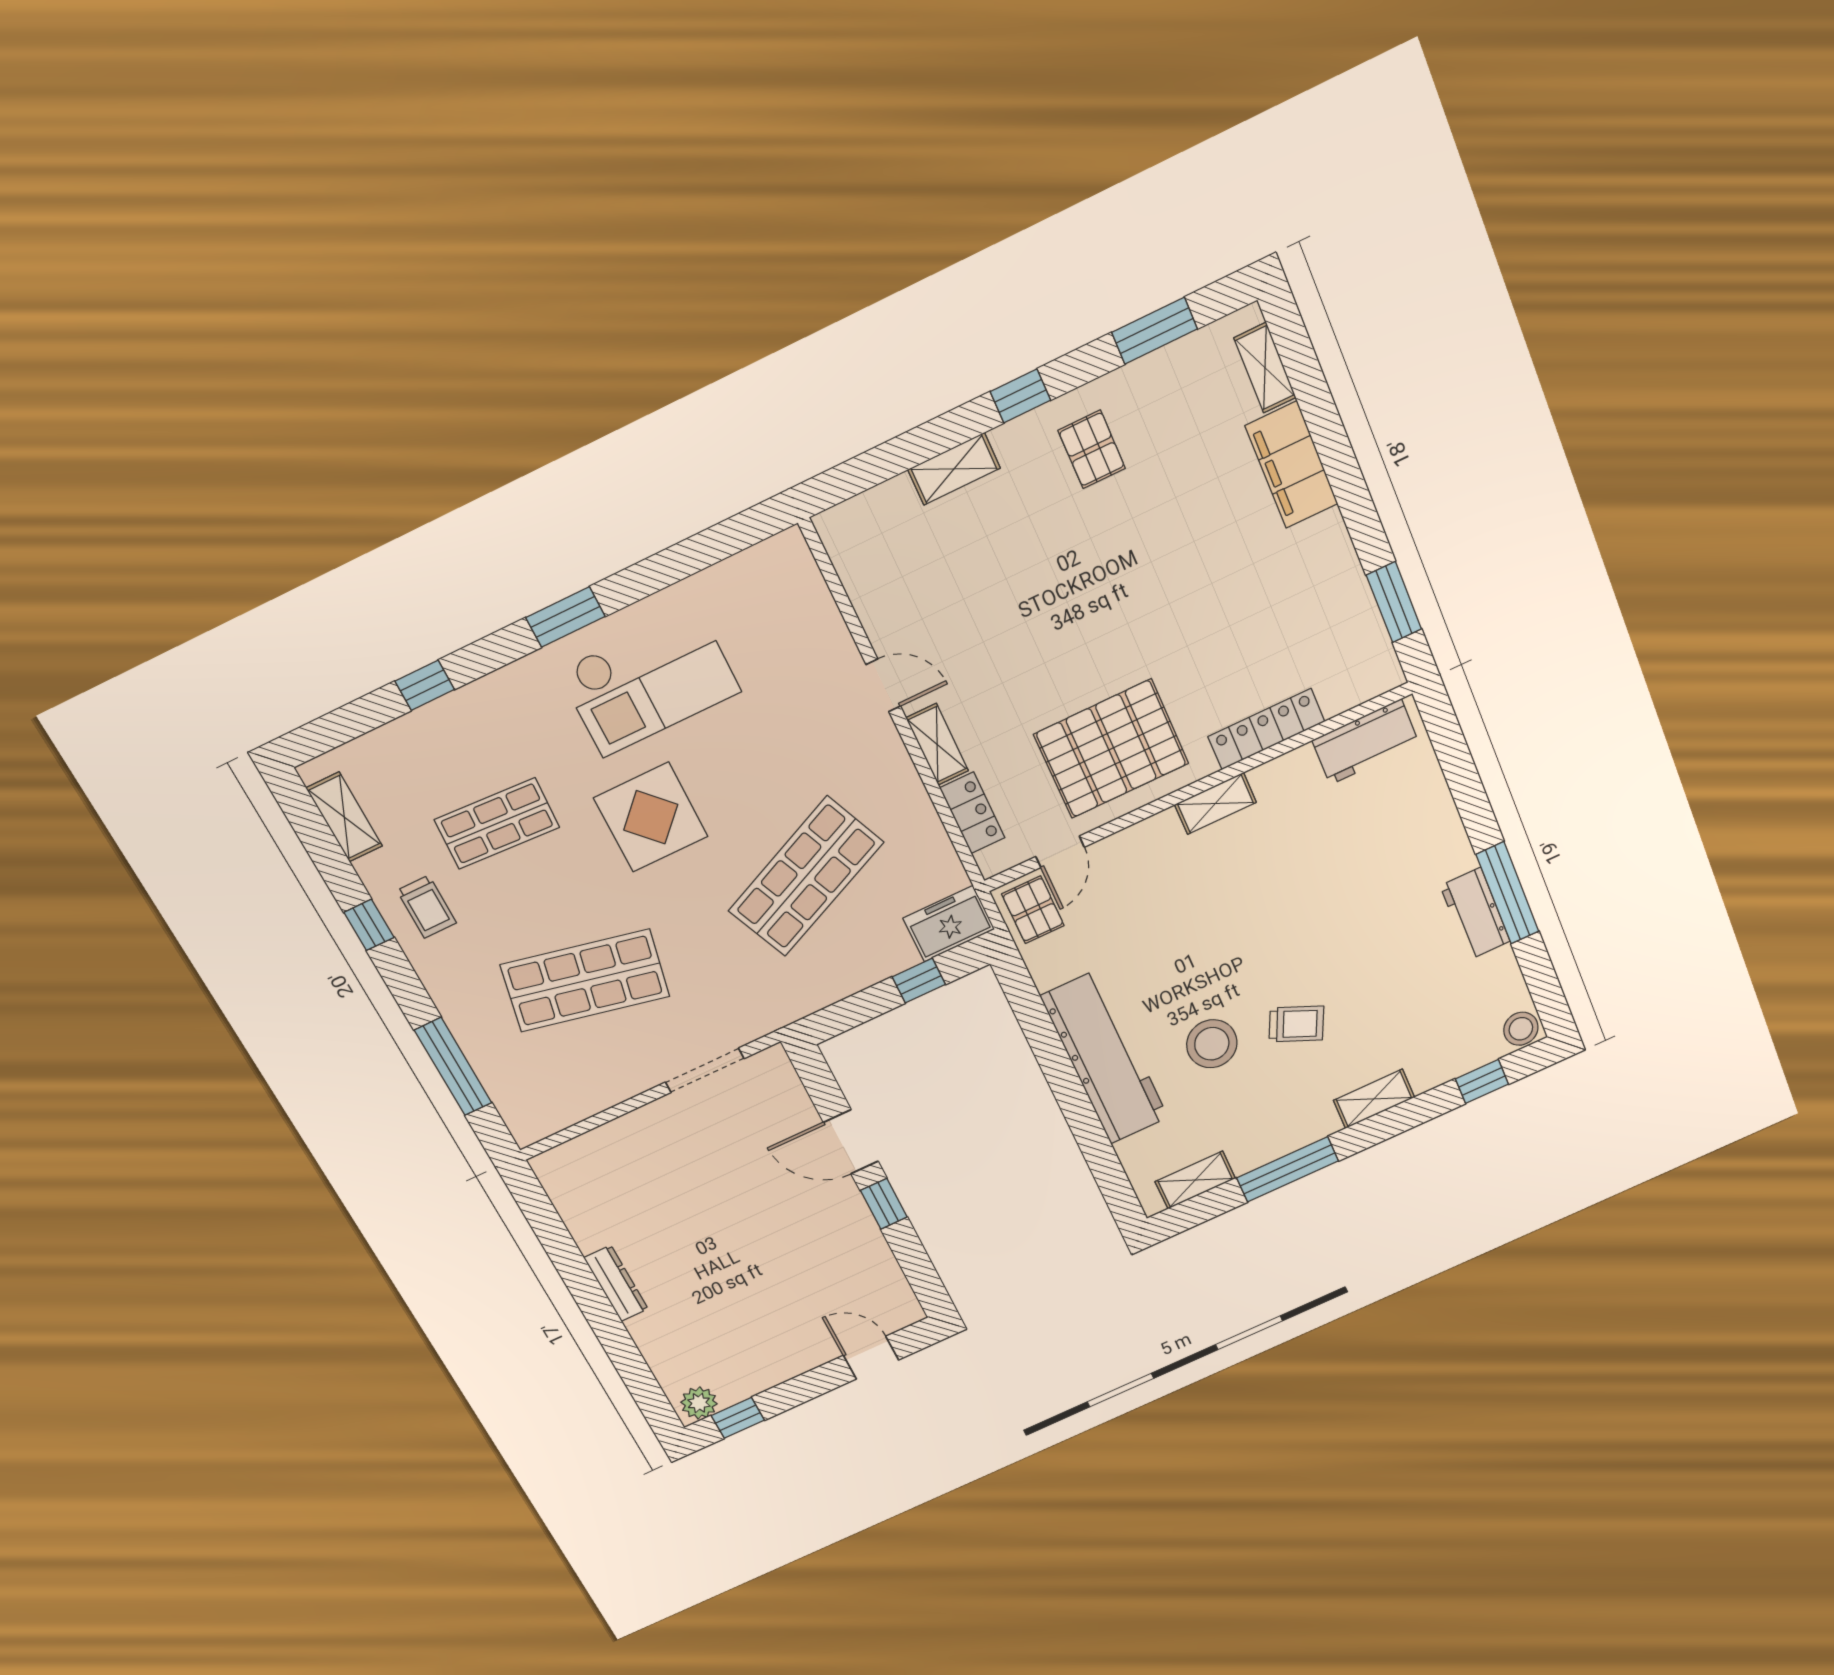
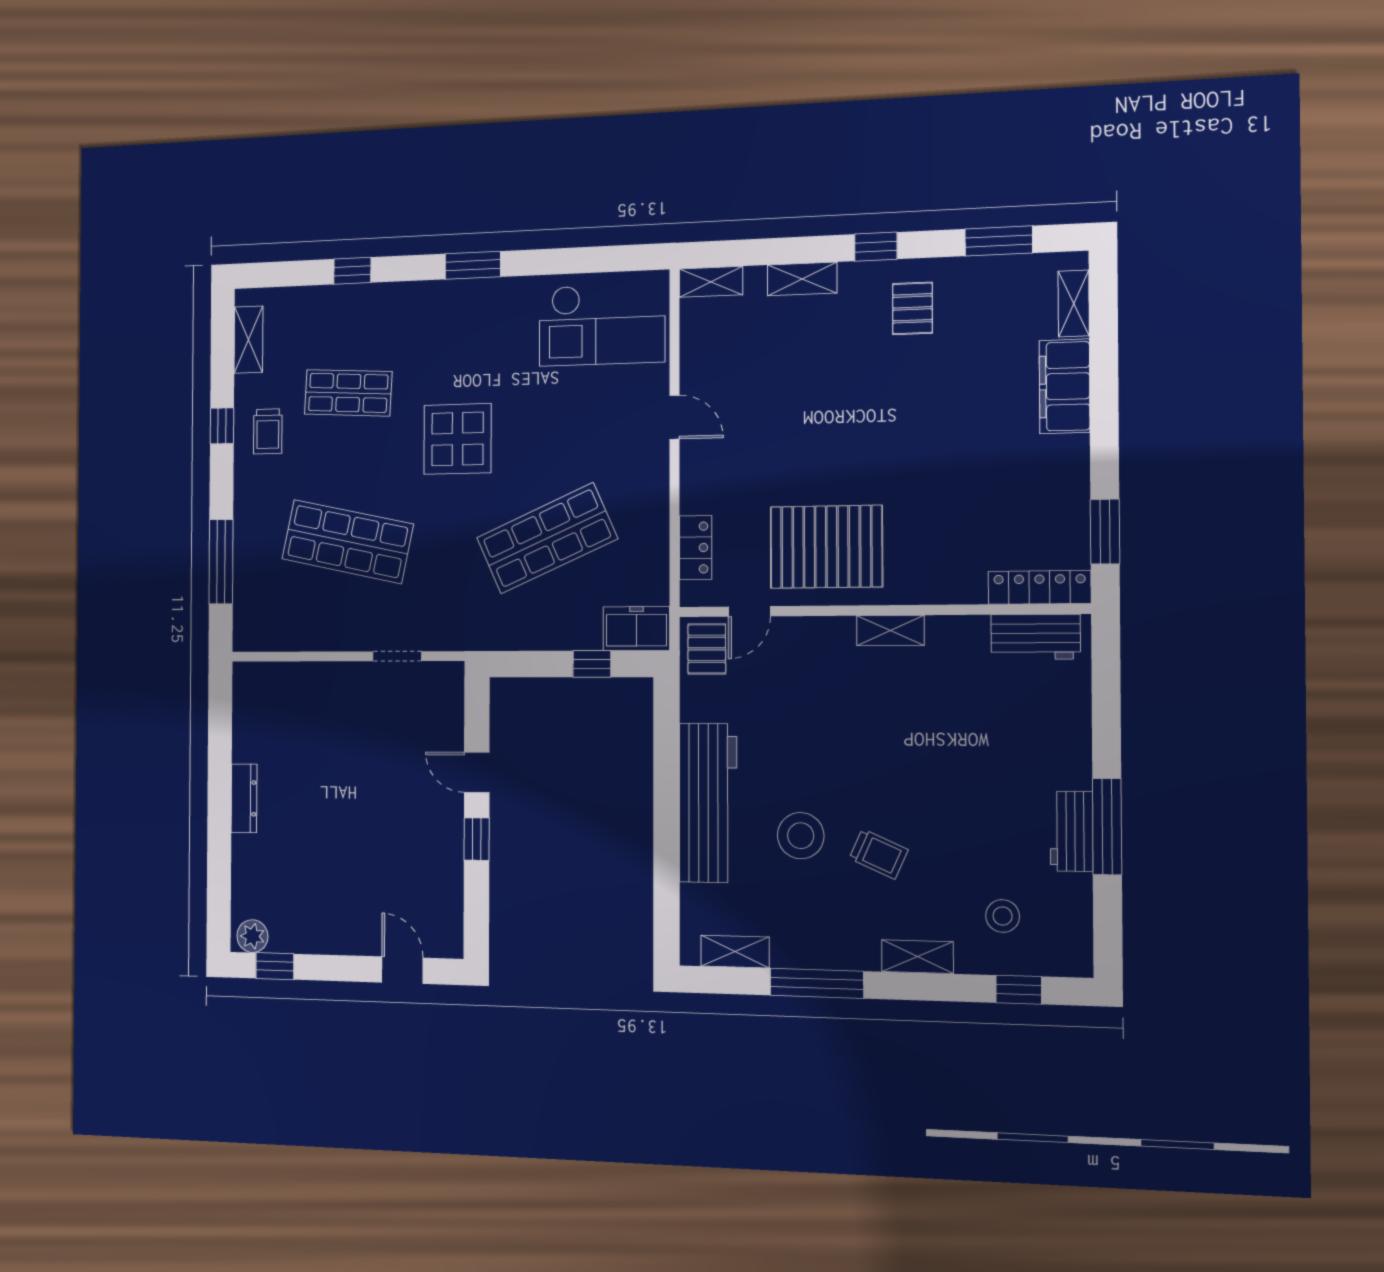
checkout: (649, 681) -> (602, 324), moved
locker: (1266, 729) -> (1039, 587), moved
shelving: (937, 744) -> (711, 282), moved, turned 90
stool: (1521, 1029) -> (1003, 916), moved
doorway: (705, 1070) -> (397, 656), width x0.73
door: (851, 1142) -> (477, 772), width x0.73

